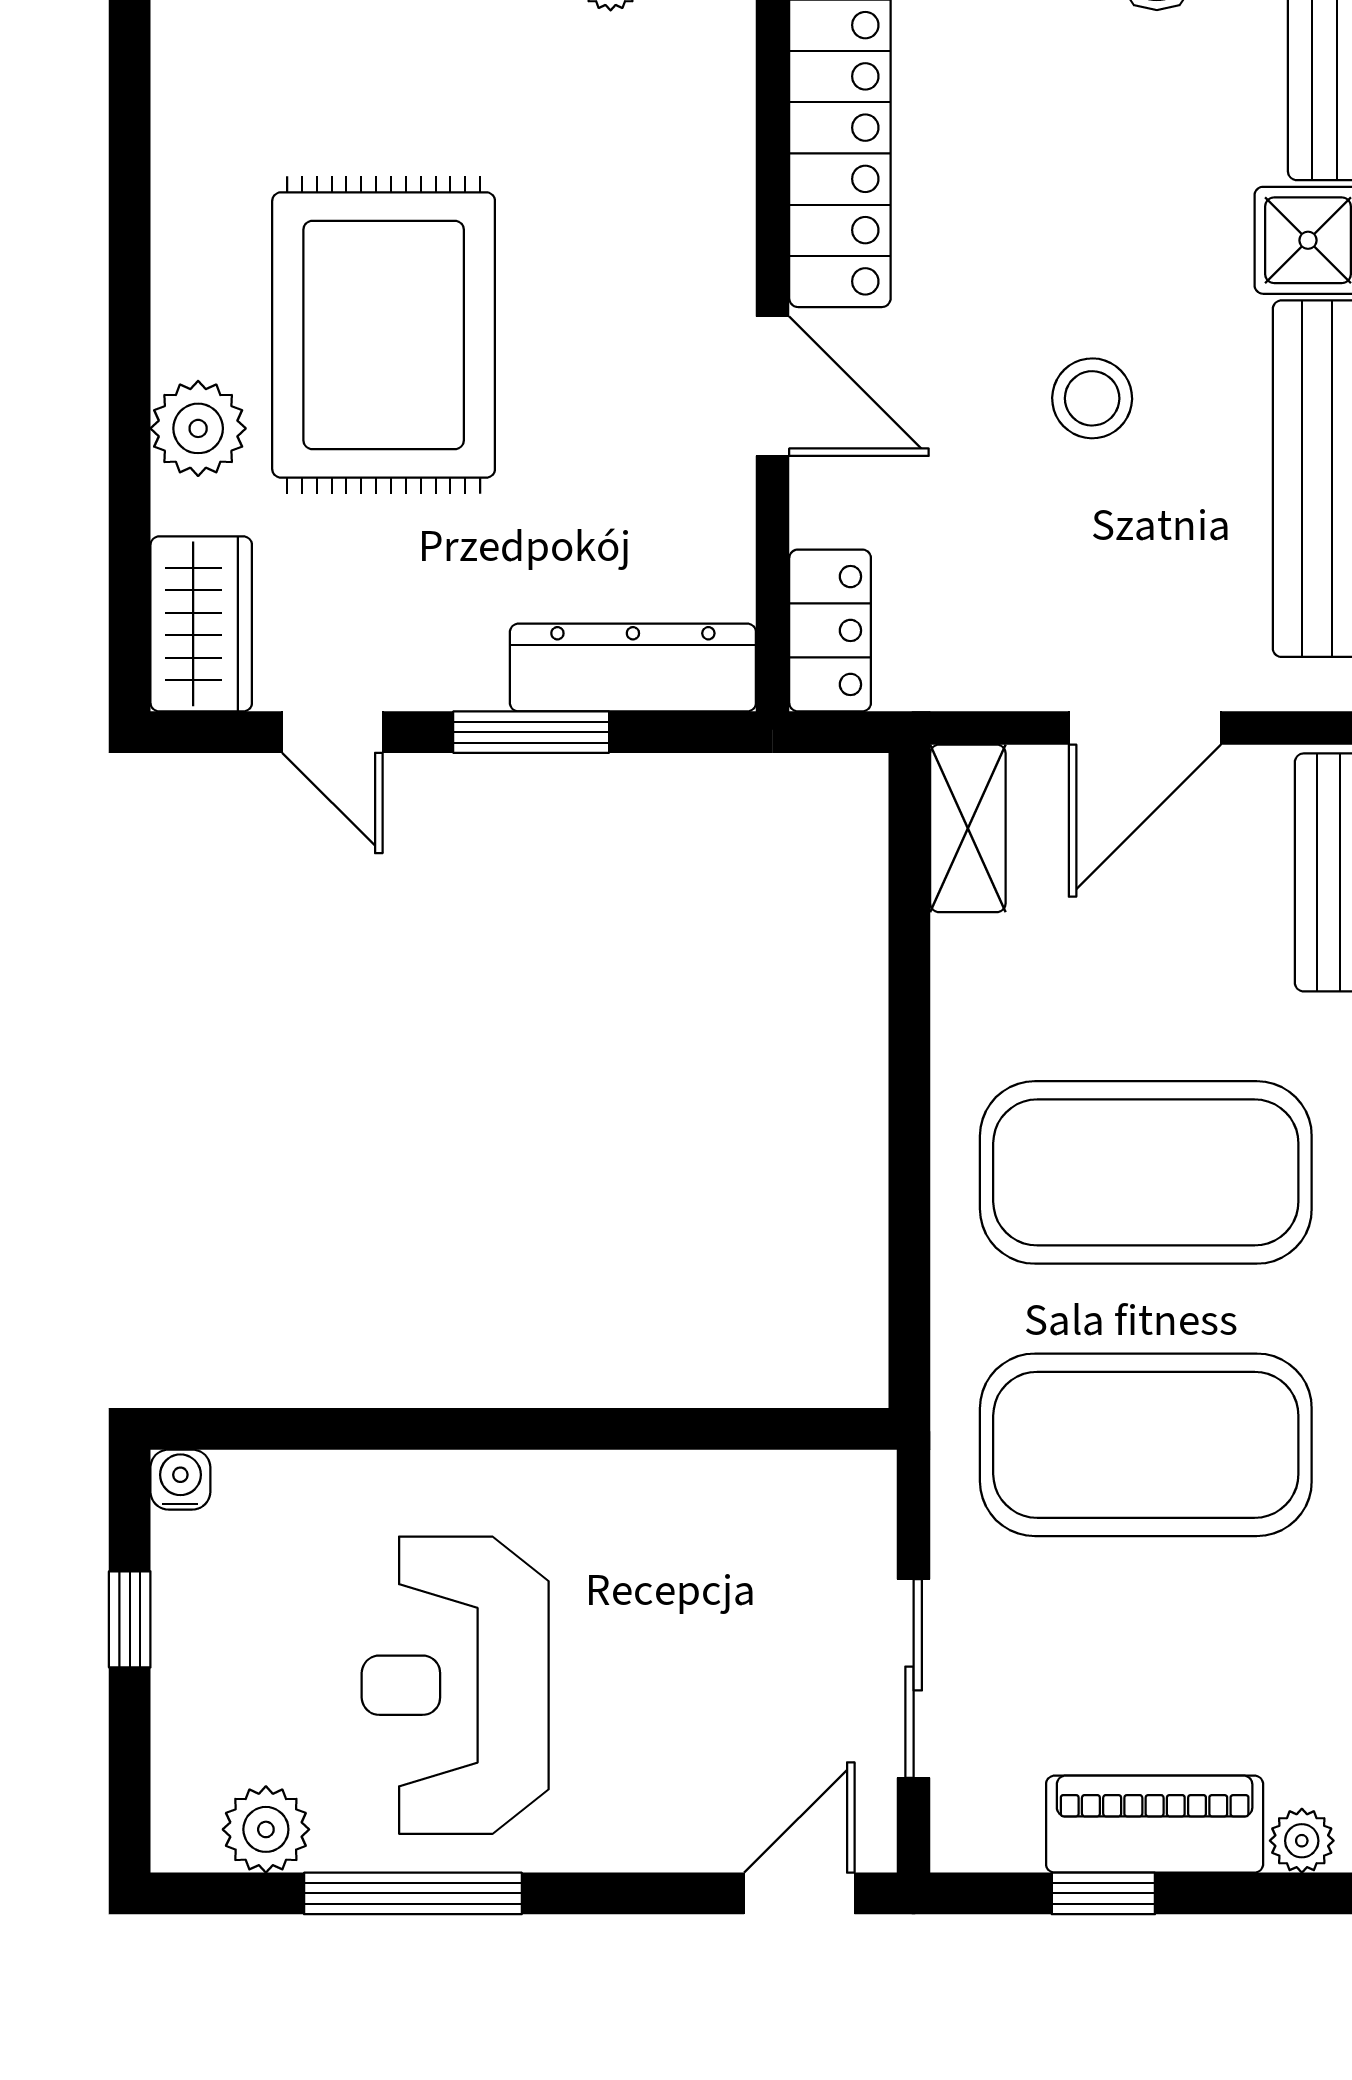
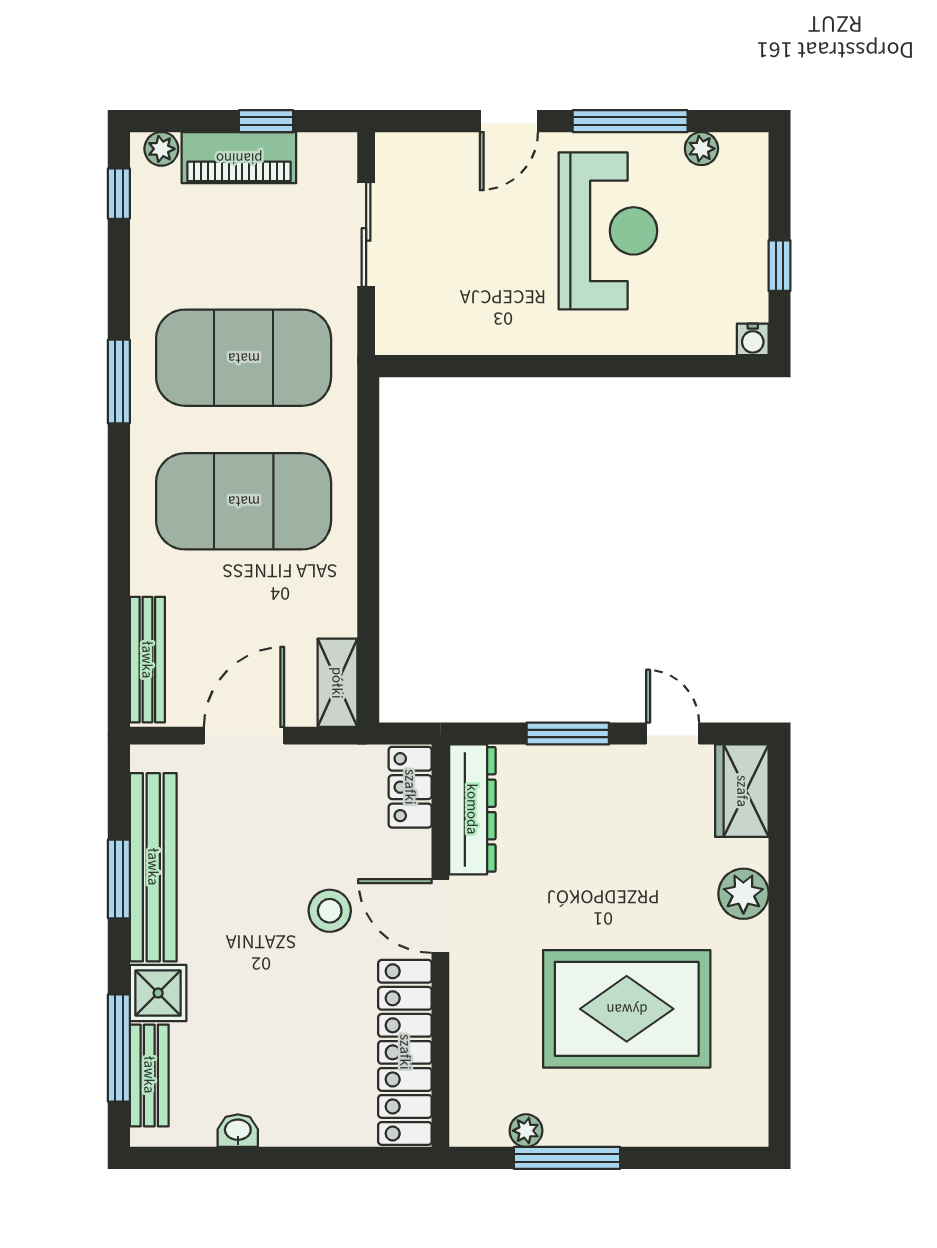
rug: (384, 335) -> (627, 1009), moved, turned 90
stool: (1092, 398) -> (330, 911), moved
dresser: (633, 668) -> (472, 809), moved, turned -90
plant: (266, 1829) -> (701, 149), width x0.73, depth x0.73
door: (799, 1893) -> (509, 121), moved

